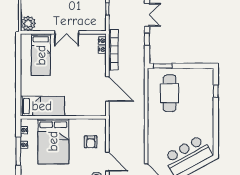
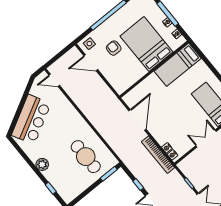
door: (107, 89) -> (137, 120), swing flipped
plant: (208, 114) -> (42, 164), added
armchair: (91, 142) -> (114, 48), moved

